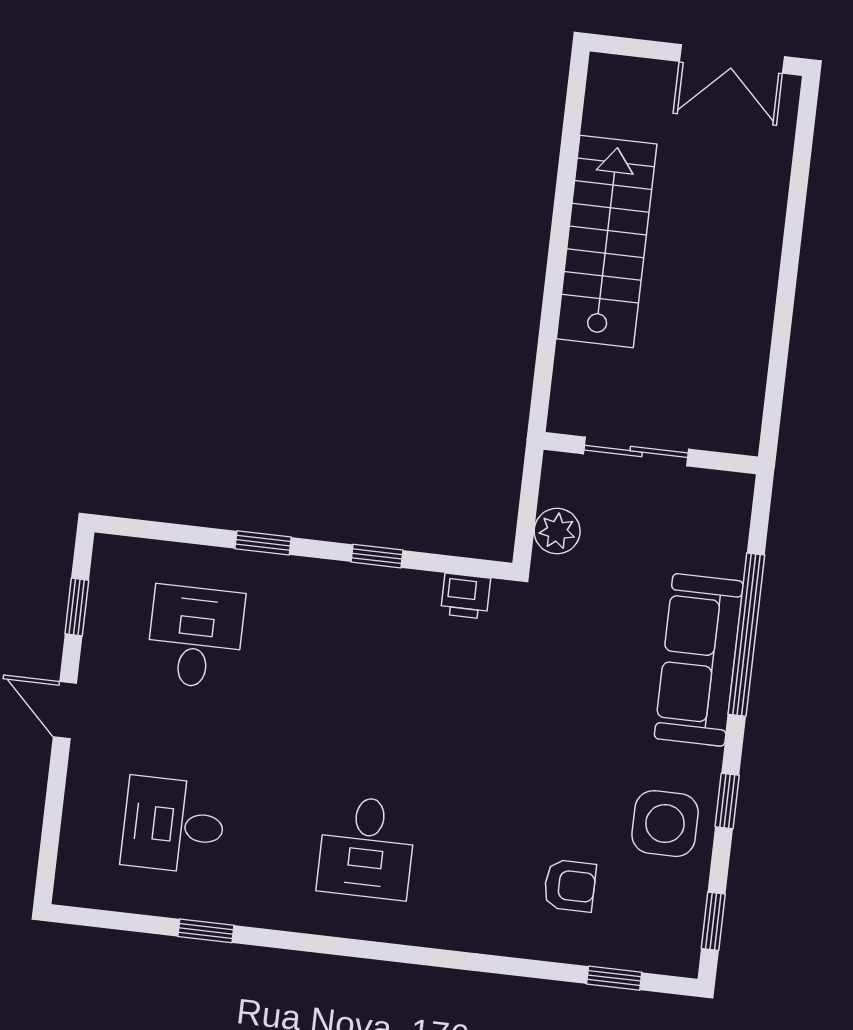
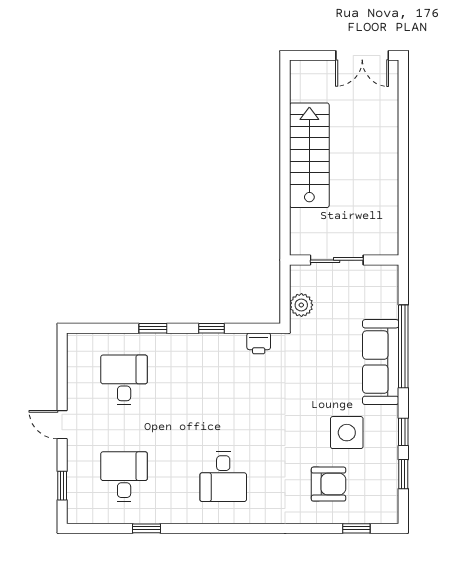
window: (77, 607) -> (62, 486), moved
side table: (665, 824) -> (347, 433), moved
desk: (174, 825) -> (124, 477), turned 90
armchair: (570, 886) -> (329, 484), width x1.38, depth x1.38
window: (713, 921) -> (403, 474), moved

